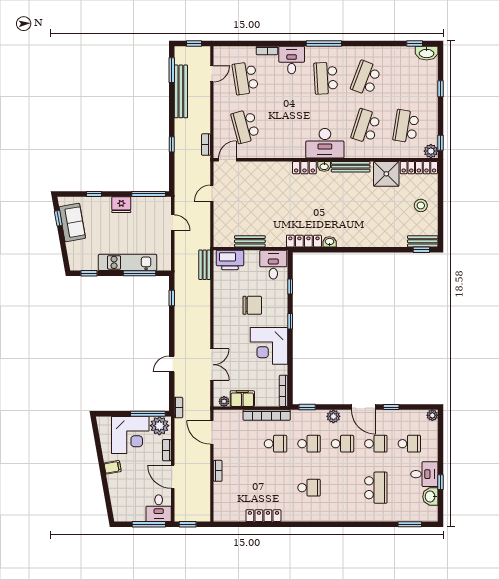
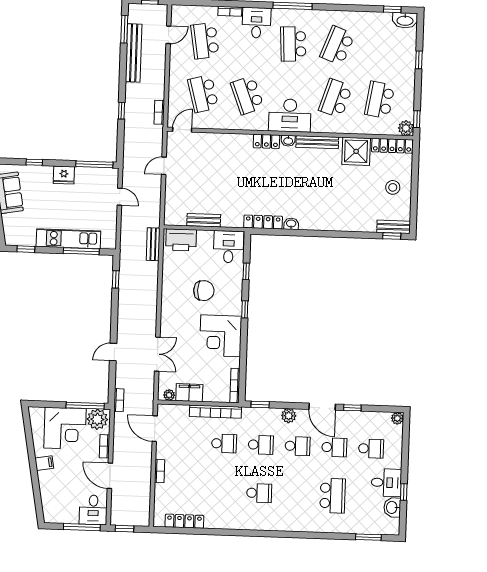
school desk: (286, 126) -> (247, 95), added
locker: (263, 516) -> (184, 521), moved

